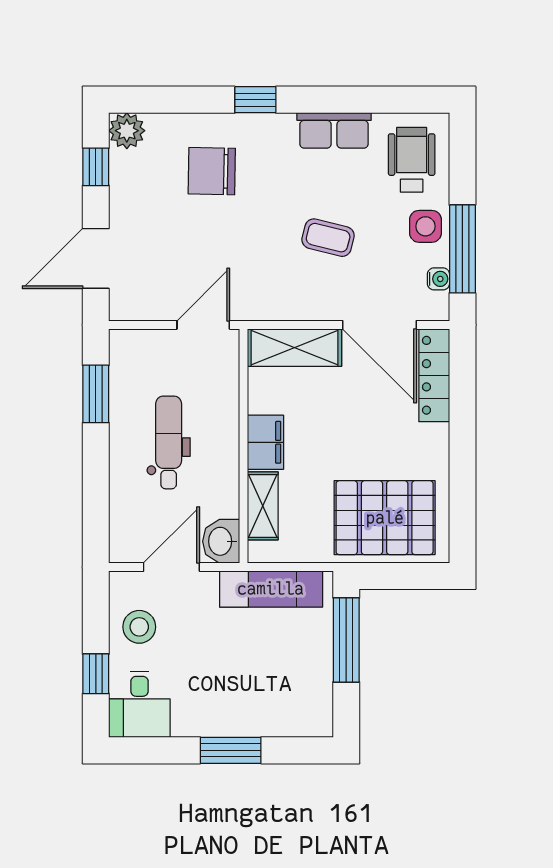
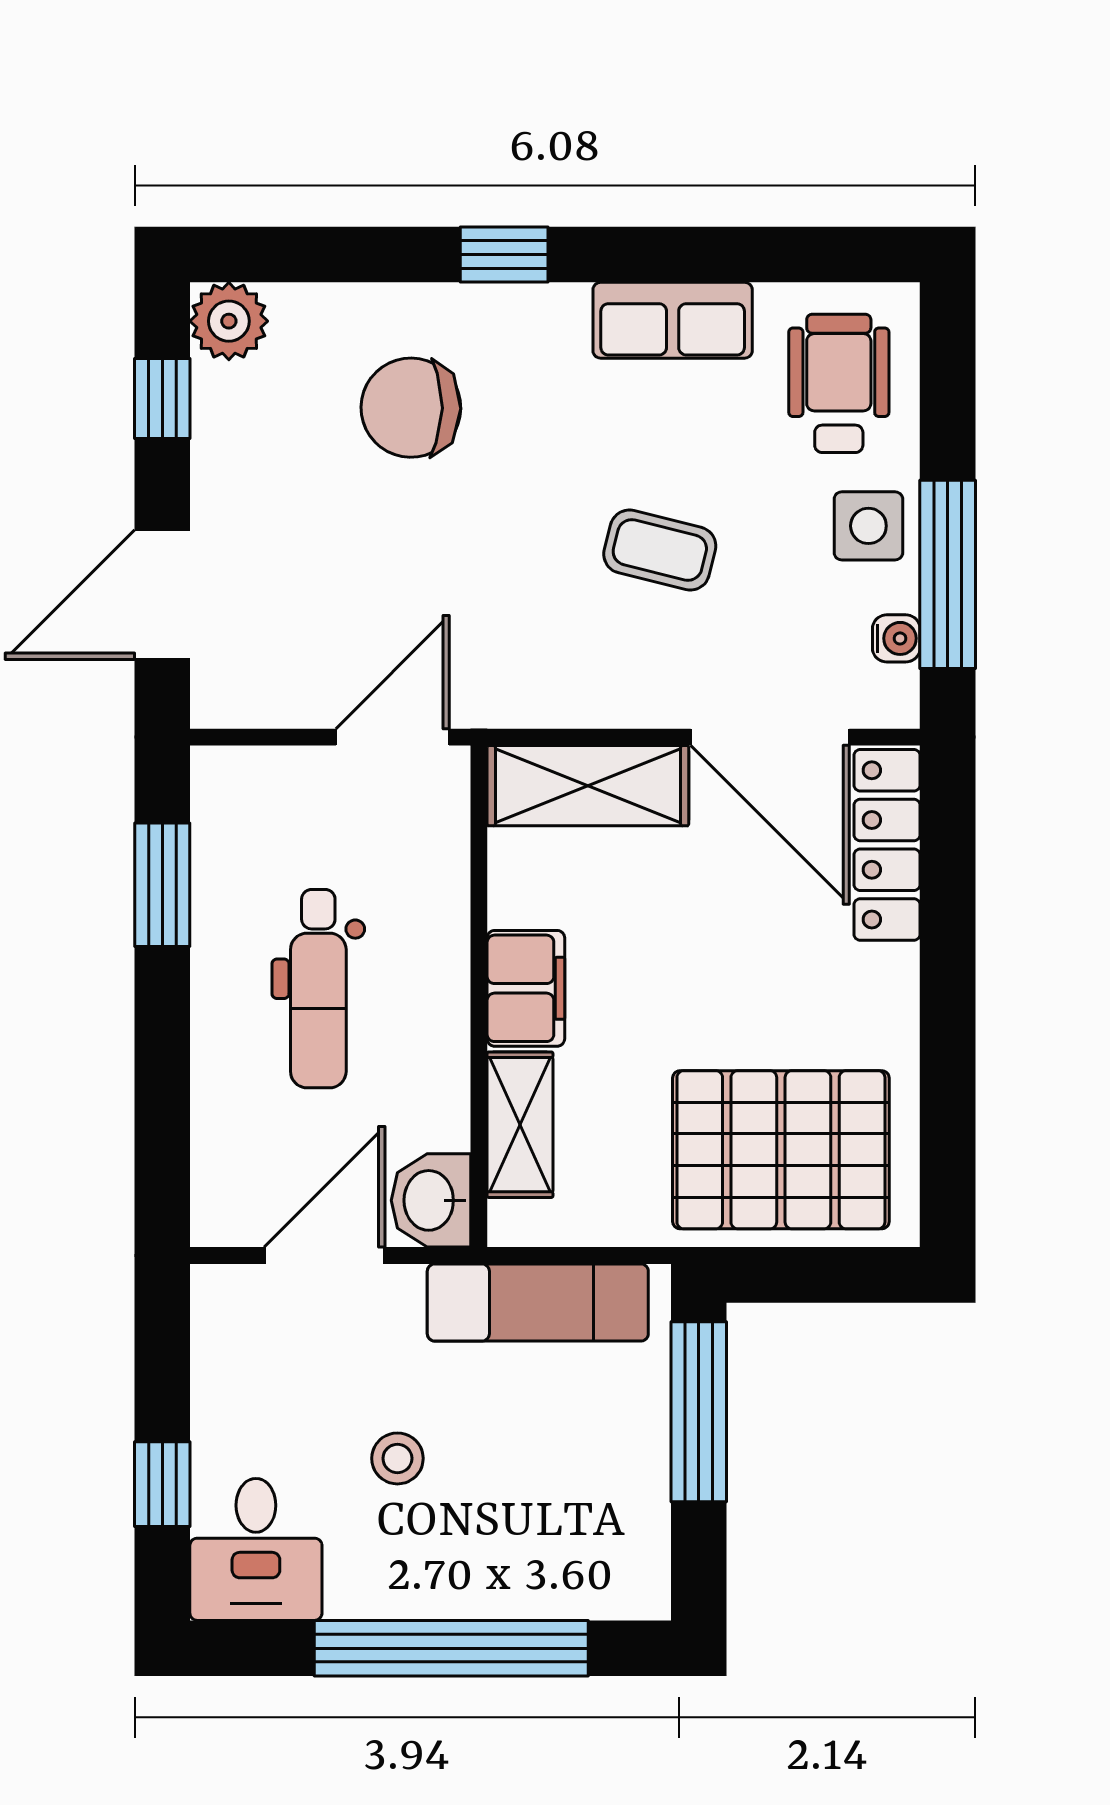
dental chair: (169, 442) -> (318, 989), turned 180
stool: (139, 627) -> (397, 1458), moved, width x0.73, depth x0.73
window: (231, 750) -> (451, 1648), width x2.11

